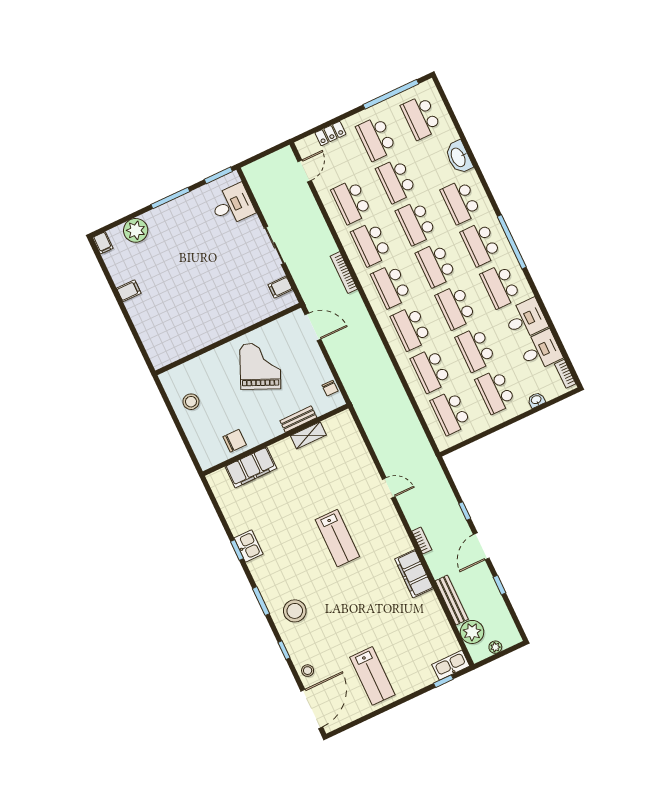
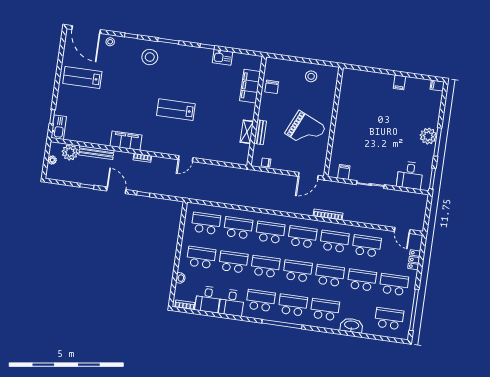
plant: (136, 230) -> (428, 136), moved
kitchen sink: (249, 546) -> (222, 57), moved

